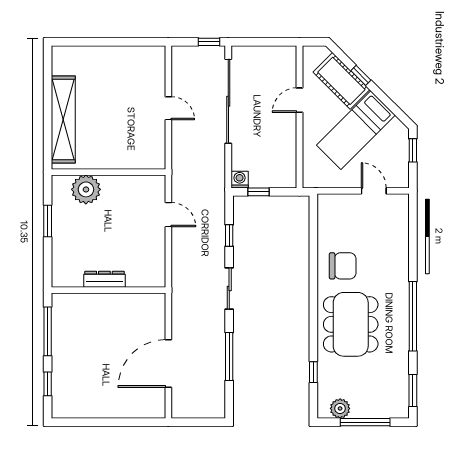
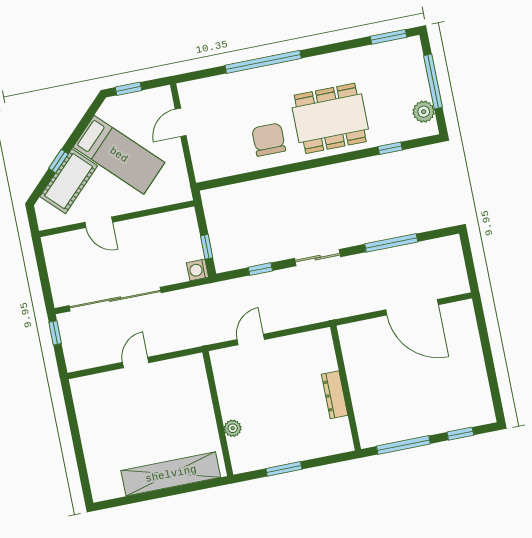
plant: (86, 189) -> (233, 428), width x0.53, depth x0.53
window: (413, 316) -> (263, 62), moved

